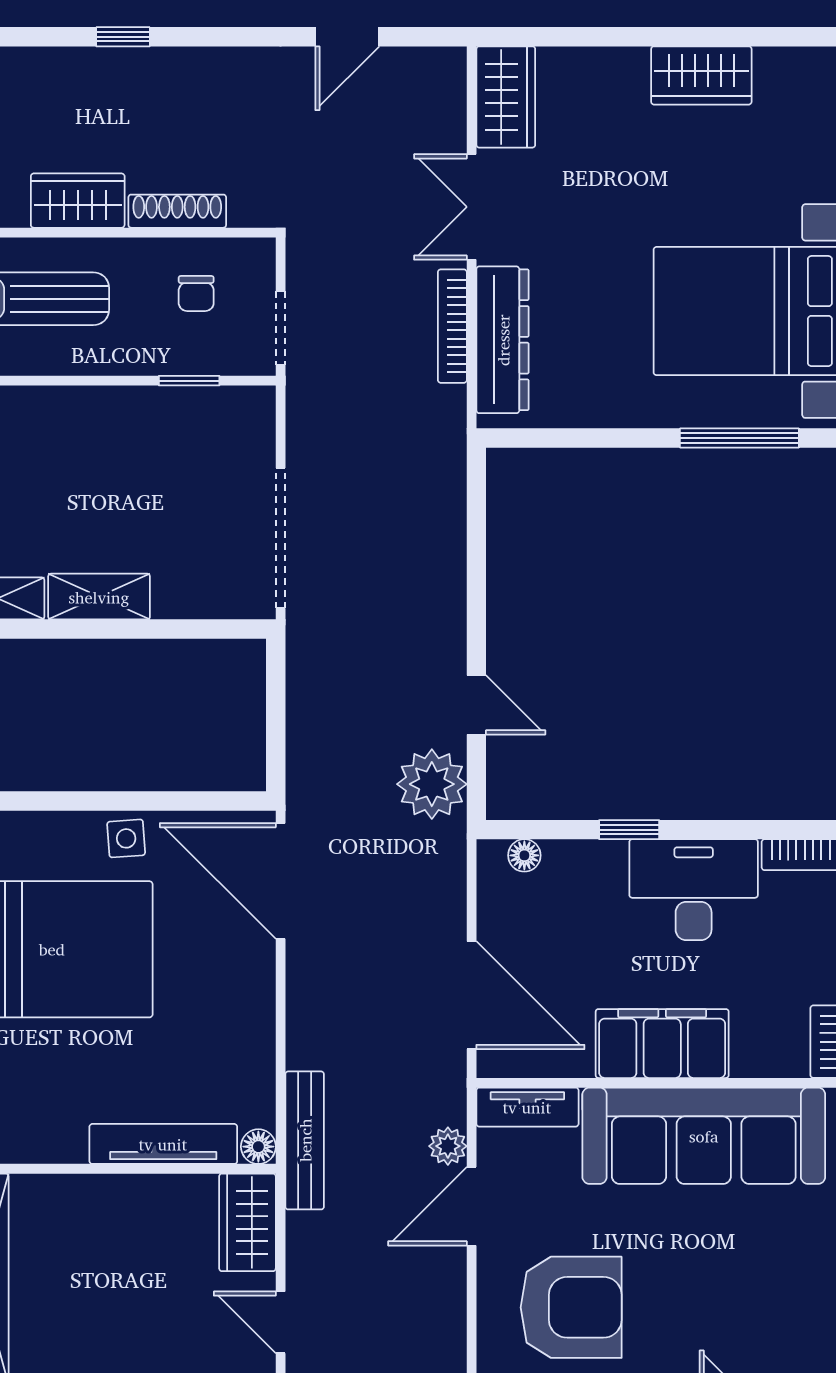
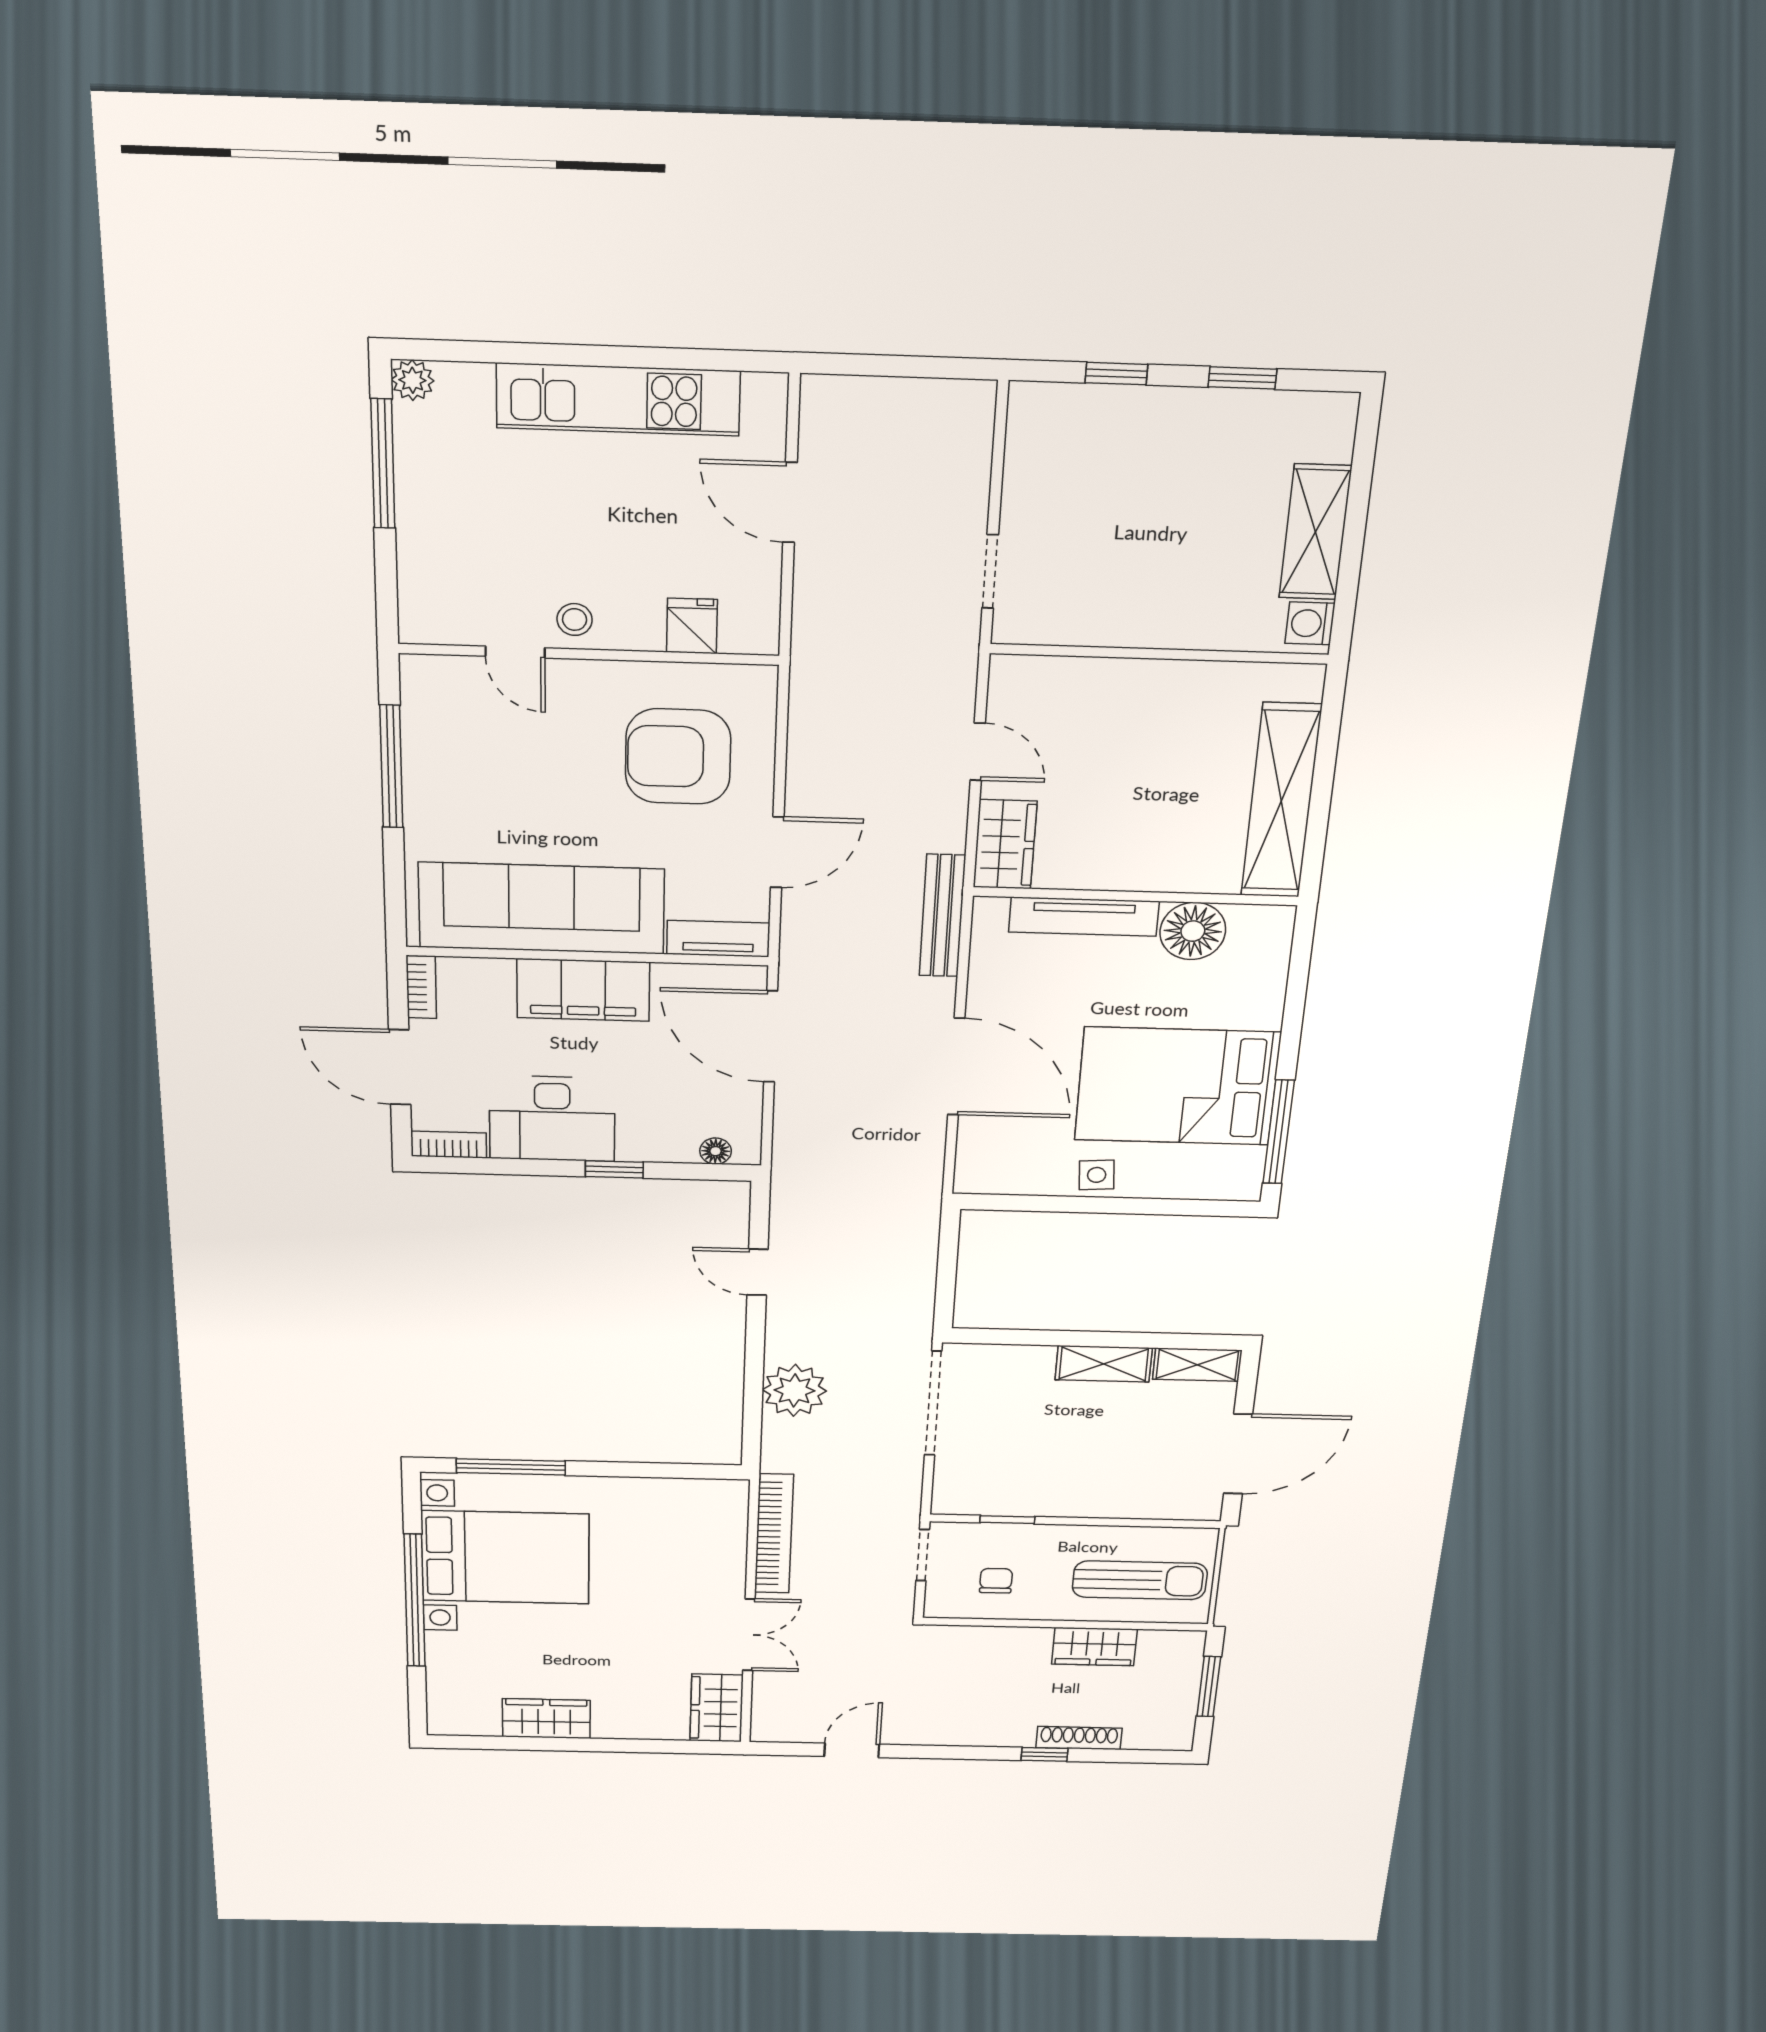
shoe rack: (177, 211) -> (1079, 1738), moved, turned 180
bookcase: (452, 326) -> (774, 1534), width x1.48, depth x1.31
dresser: (503, 340) -> (724, 1542), removed
plant: (432, 784) -> (794, 1390), moved
door: (281, 881) -> (956, 1067), moved
plant: (448, 1146) -> (799, 907), removed
floor lamp: (258, 1147) -> (1193, 931), moved, width x1.89, depth x1.89

